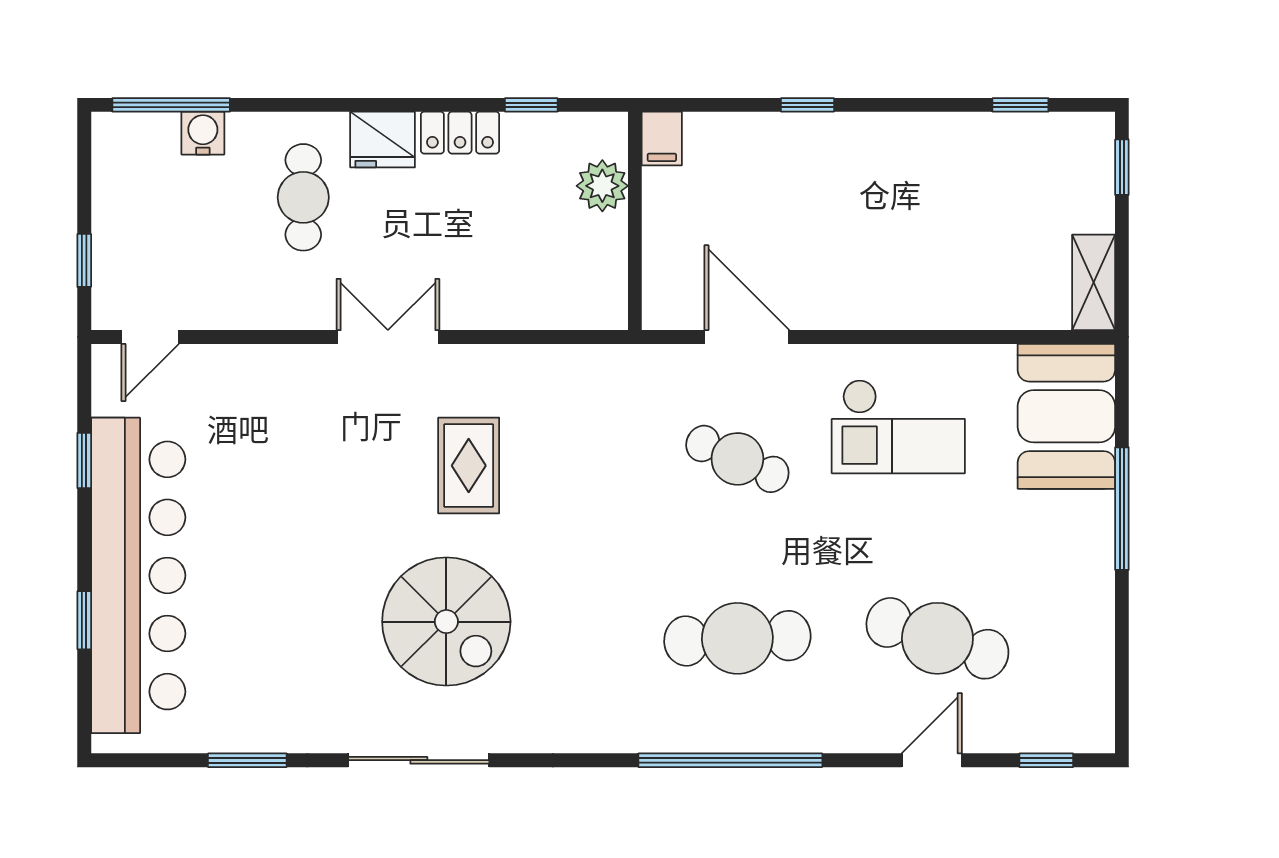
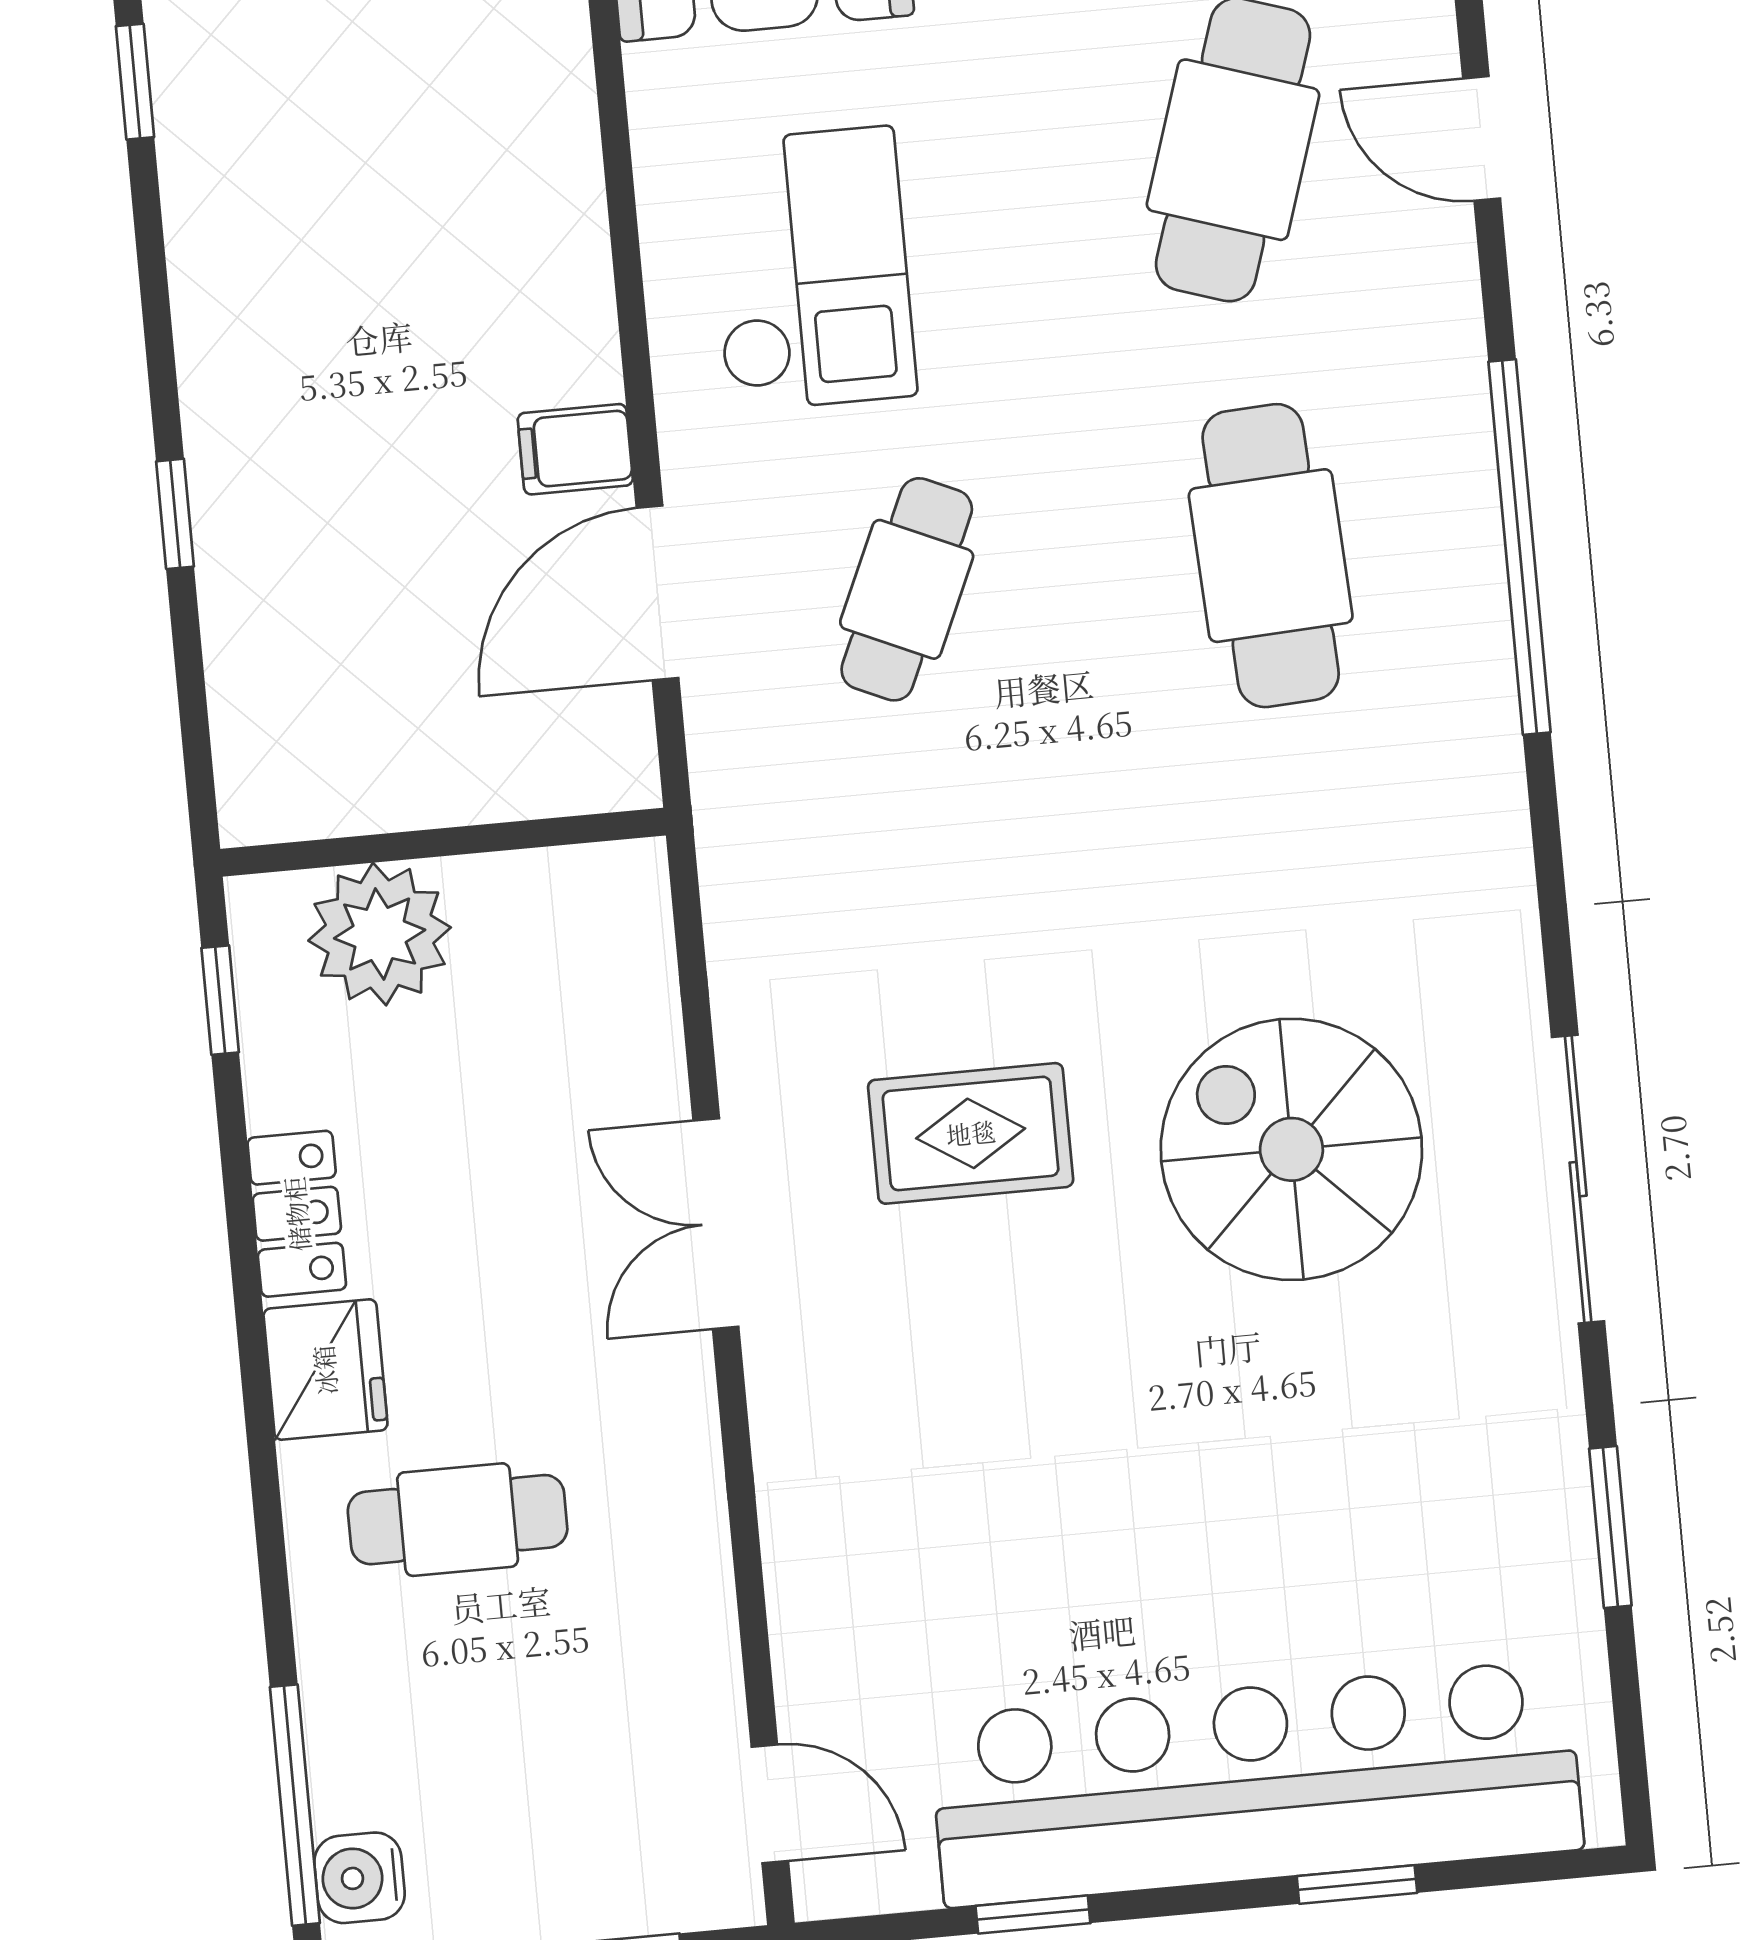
window: (531, 105) -> (220, 1000), moved
water cooler: (203, 133) -> (359, 1878), moved
filing cabinet: (662, 139) -> (575, 449), moved, turned 180
plant: (602, 186) -> (380, 934), width x1.36, depth x1.36
double door: (388, 337) -> (716, 1224), moved
spiral stairs: (446, 622) -> (1291, 1149), turned -90

